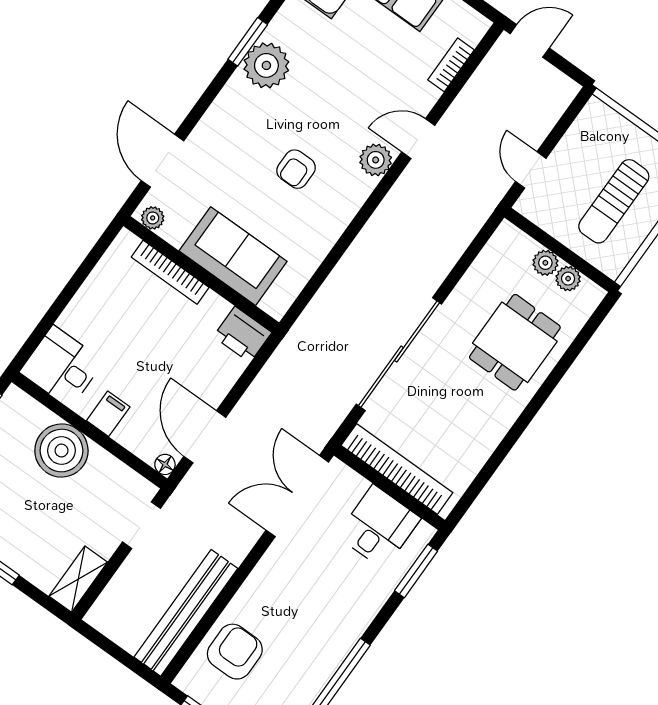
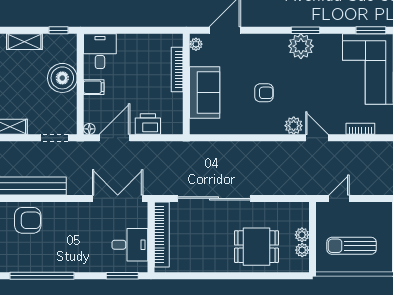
armchair: (296, 169) -> (264, 93), turned 180
printer: (242, 334) -> (148, 124), moved, turned 90

